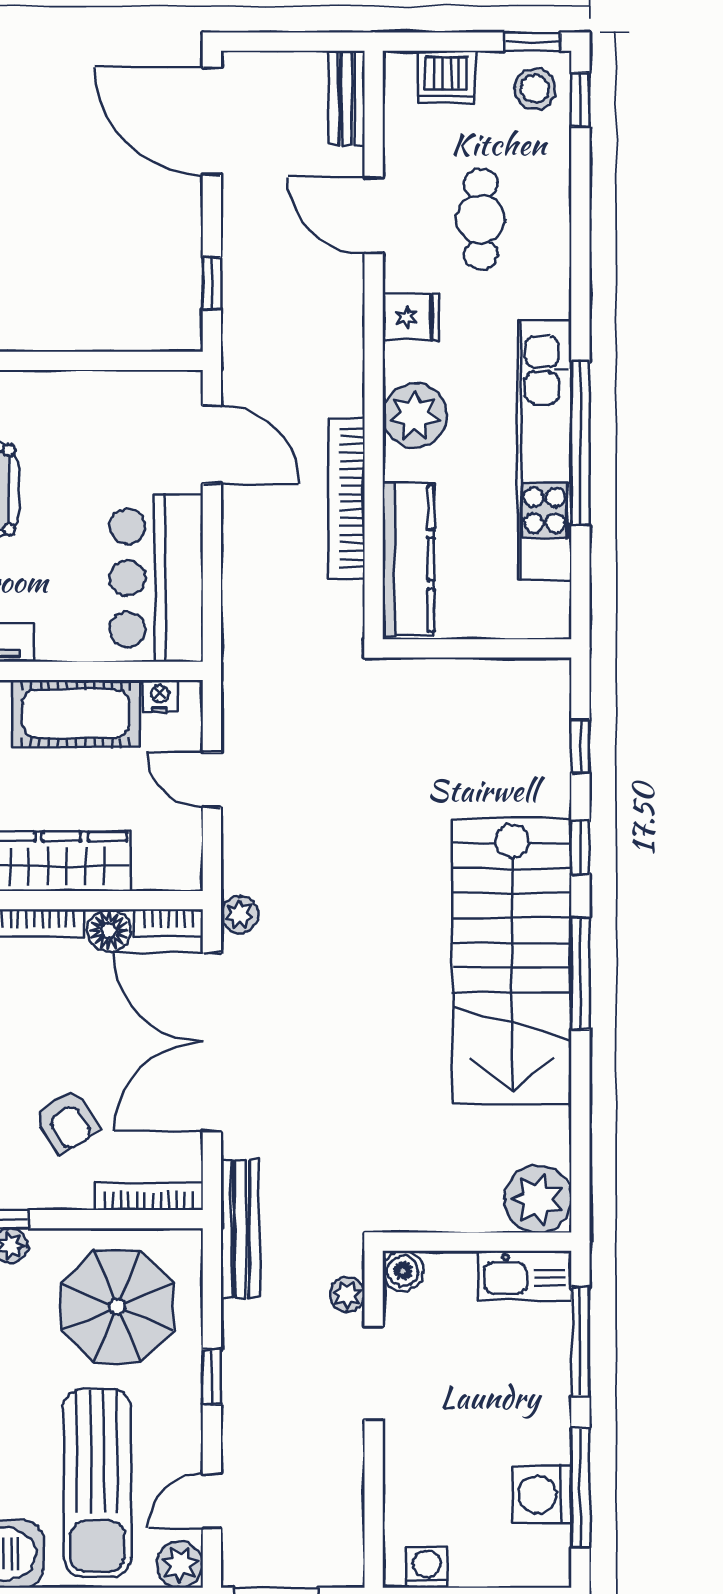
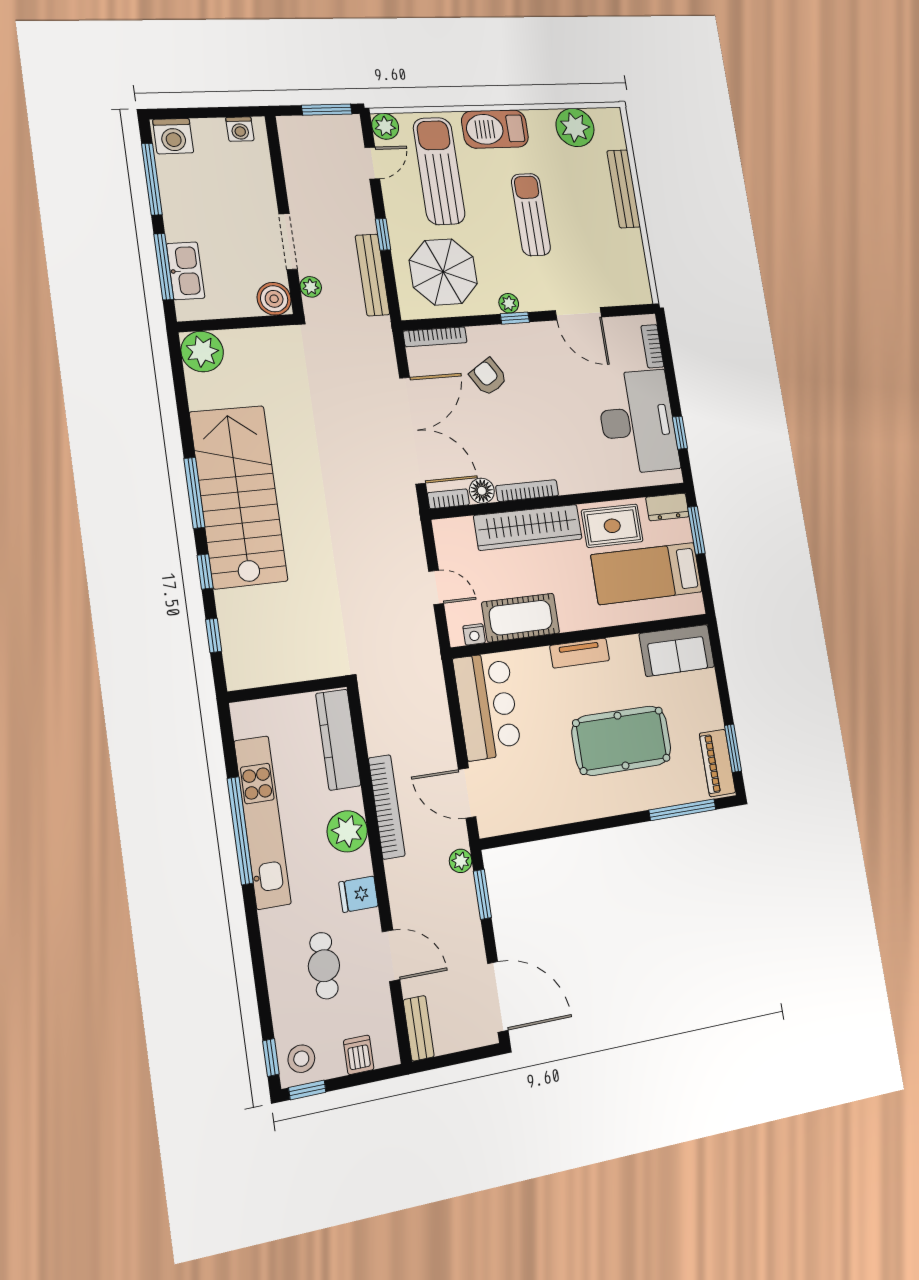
dishwasher: (446, 77) -> (359, 1055), width x0.73
window: (212, 283) -> (482, 894), width x1.50
bookcase: (346, 498) -> (387, 807), moved
plant: (239, 915) -> (461, 861), moved
bench: (240, 1229) -> (372, 275), moved
boiler: (403, 1271) -> (274, 299), width x1.36, depth x1.36
kitchen sink: (525, 1275) -> (186, 271), moved, turned 90
washing machine: (542, 1494) -> (173, 136), moved, turned 90

